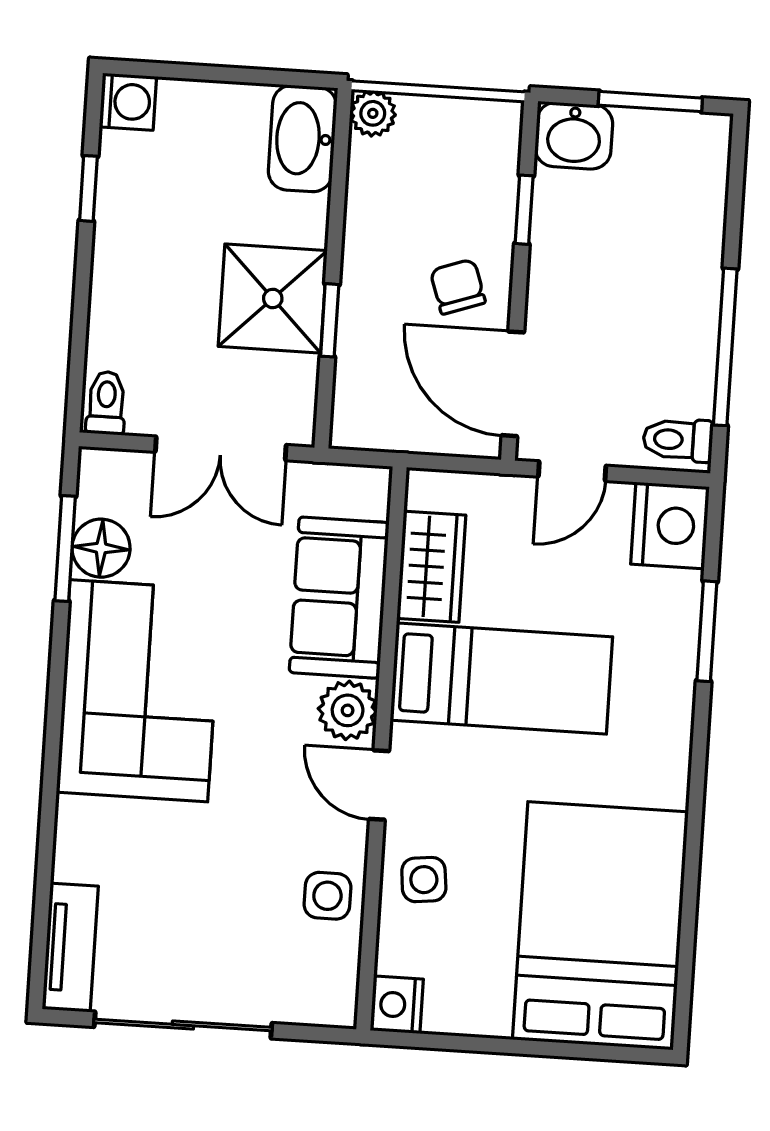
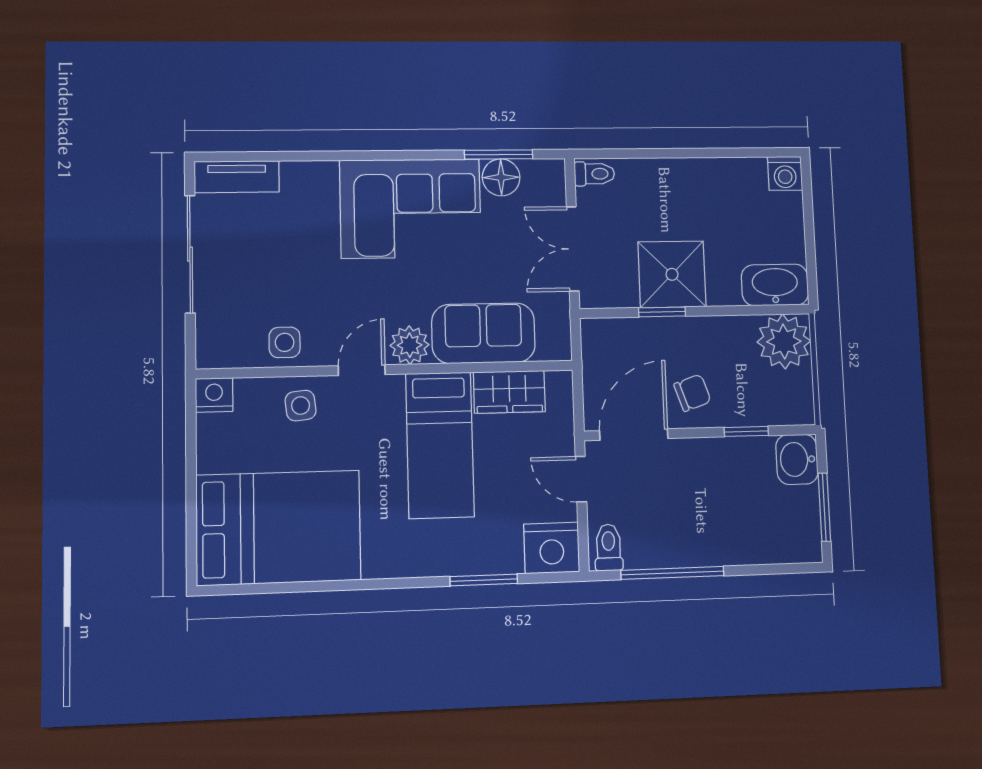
plant: (373, 113) -> (784, 341), width x1.88, depth x1.88
window: (88, 188) -> (728, 153), removed

